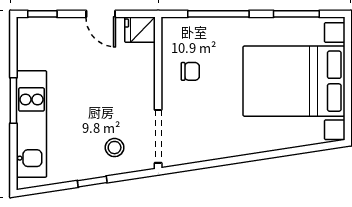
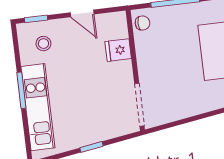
fridge: (140, 30) -> (118, 50), moved
chair: (190, 71) -> (142, 23), moved
stool: (115, 148) -> (43, 44), moved

